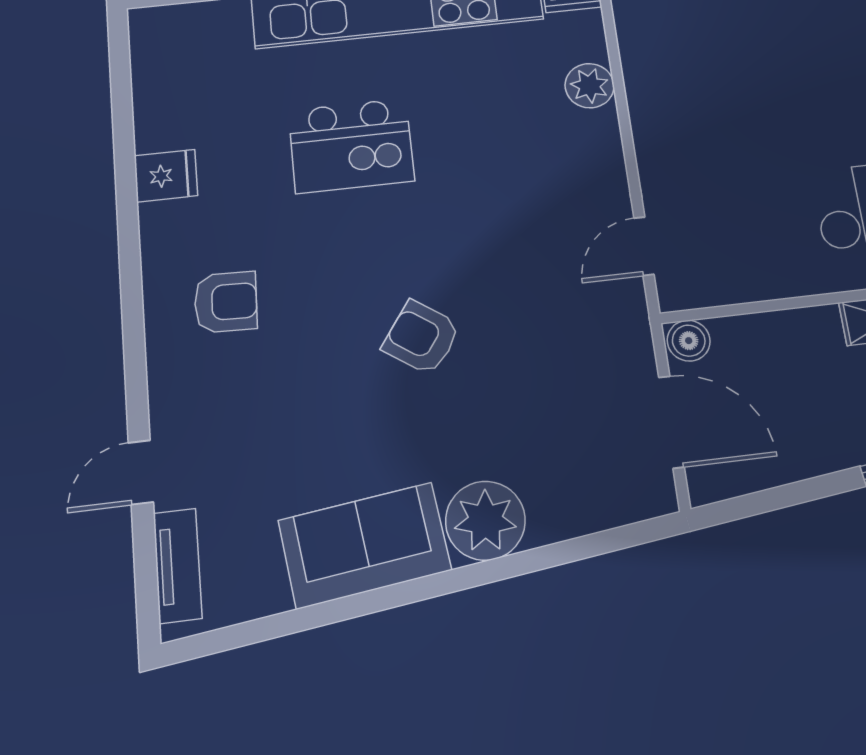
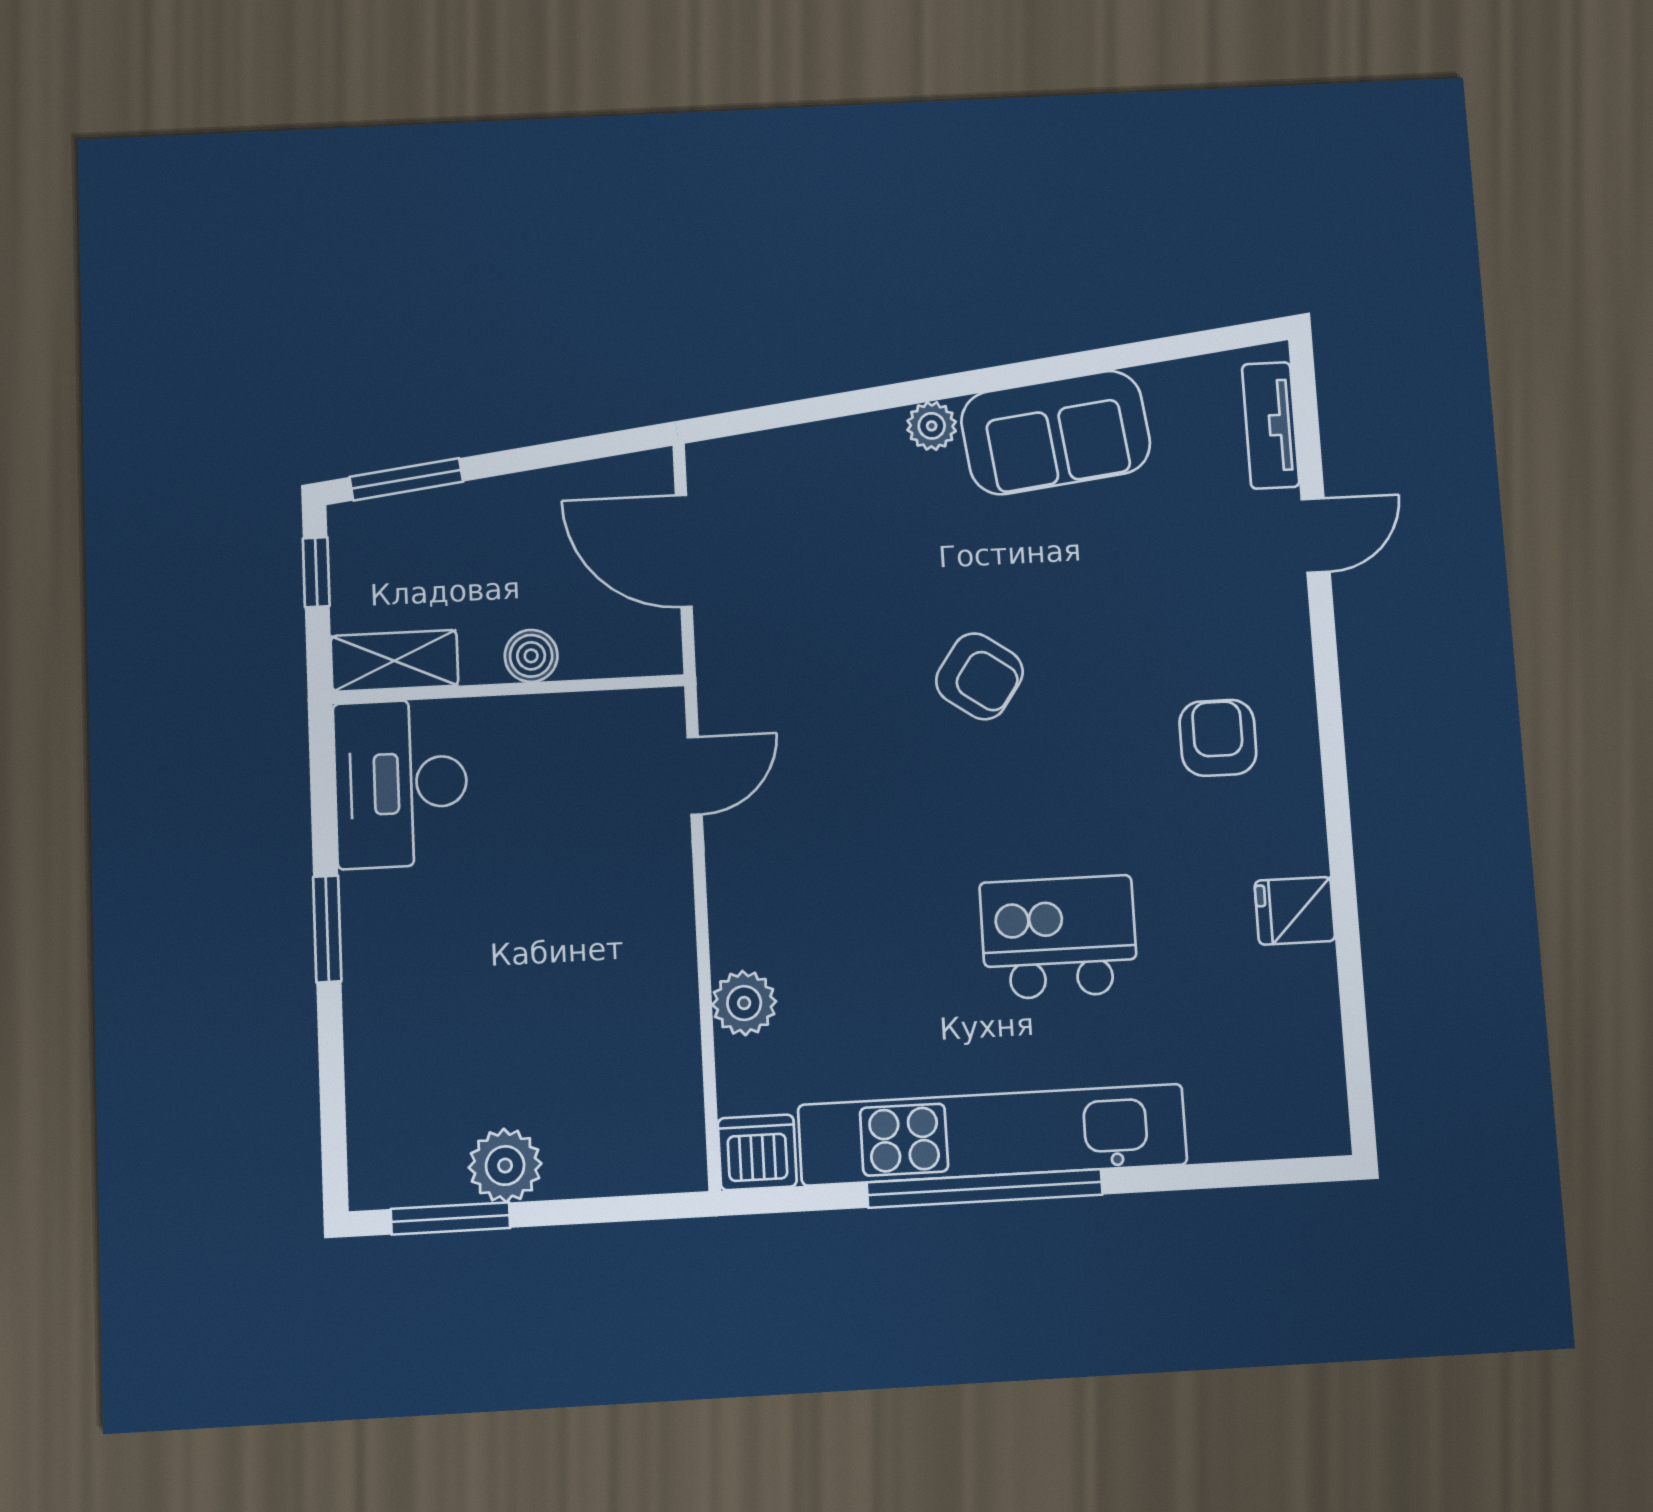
armchair: (226, 302) -> (1218, 738), turned 88
boiler: (689, 341) -> (531, 656), moved
plant: (485, 521) -> (932, 426), width x0.53, depth x0.53

